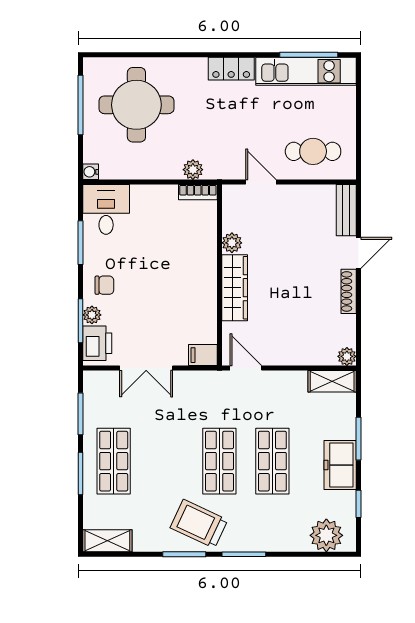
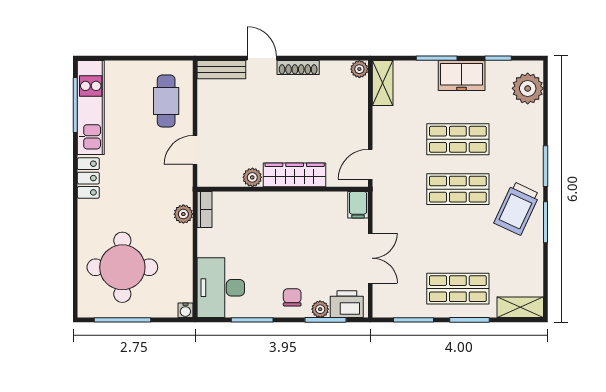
desk: (106, 209) -> (221, 288), width x1.37
shelving: (107, 541) -> (520, 307), moved, turned 90

